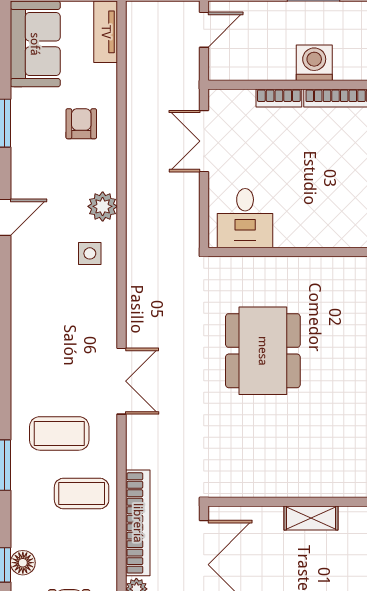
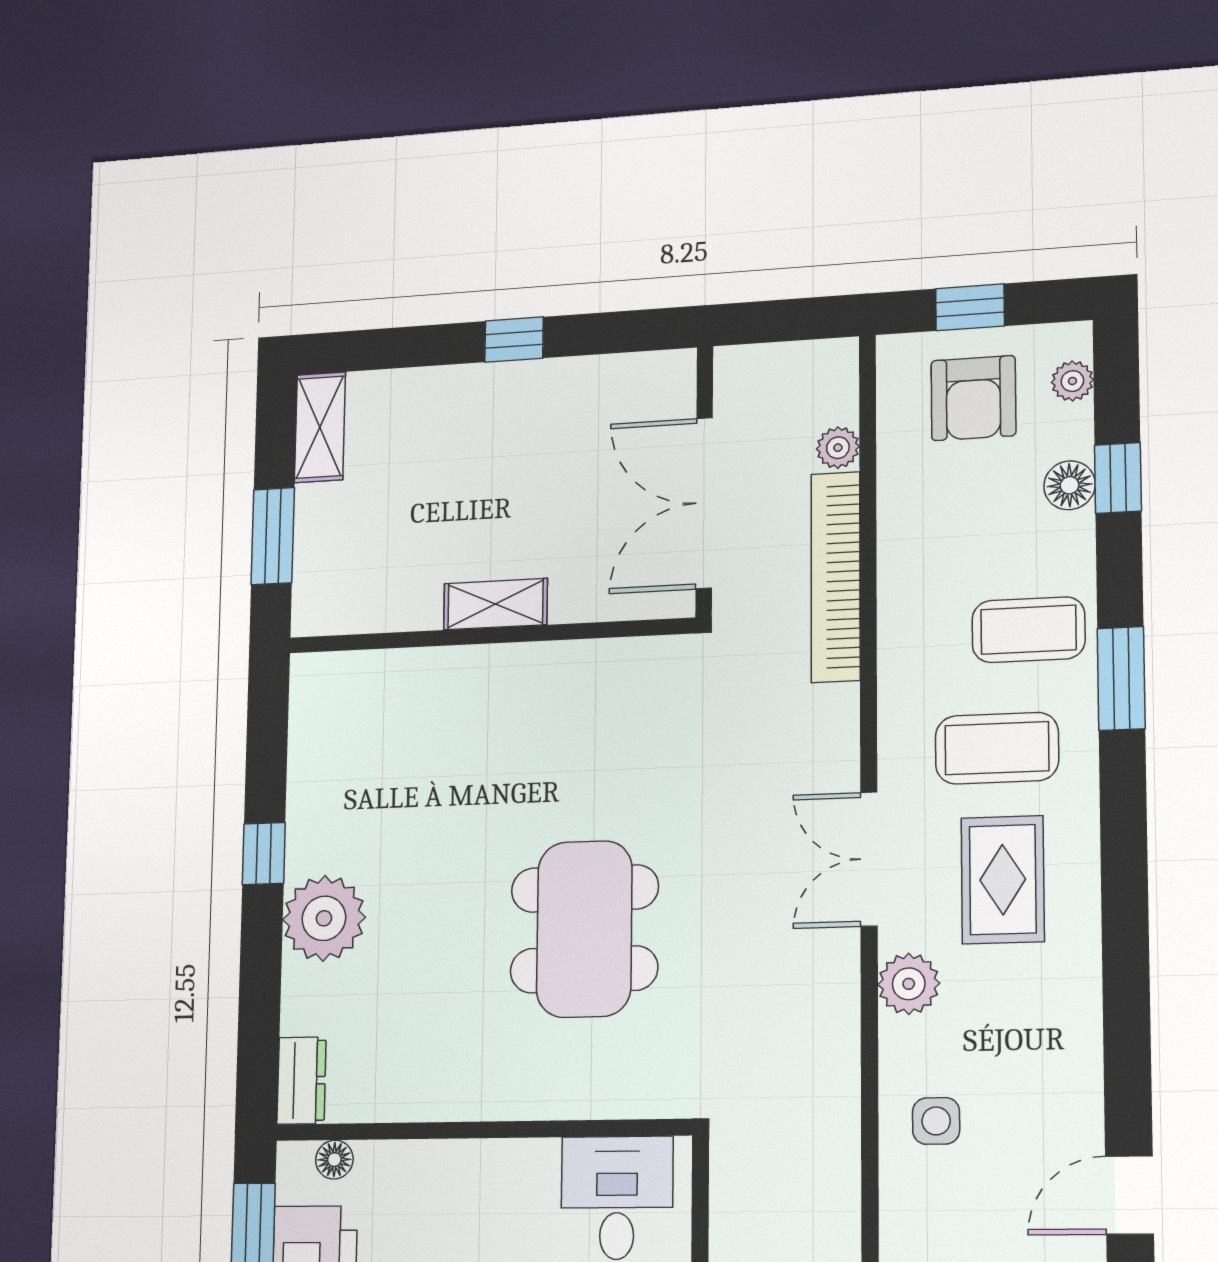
plant: (103, 206) -> (909, 984), moved
rug: (57, 369) -> (1003, 880), added
coffee table: (82, 493) -> (1028, 630), moved

